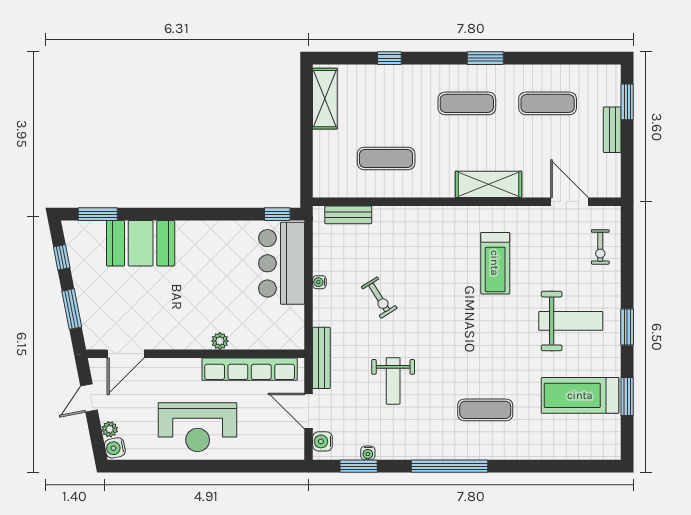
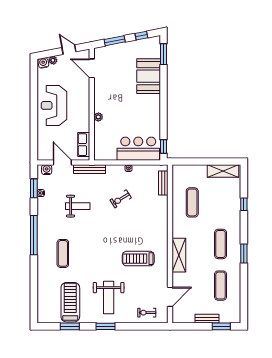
row of seats: (250, 369) -> (84, 145), width x0.50
weight bench: (393, 381) -> (78, 206), turned 180
door: (309, 411) -> (62, 163), hinge flipped

